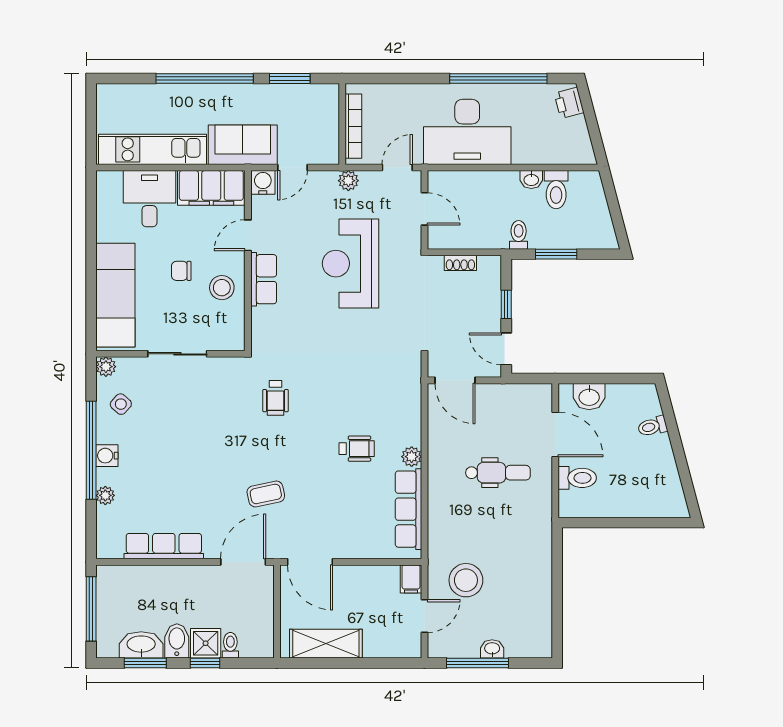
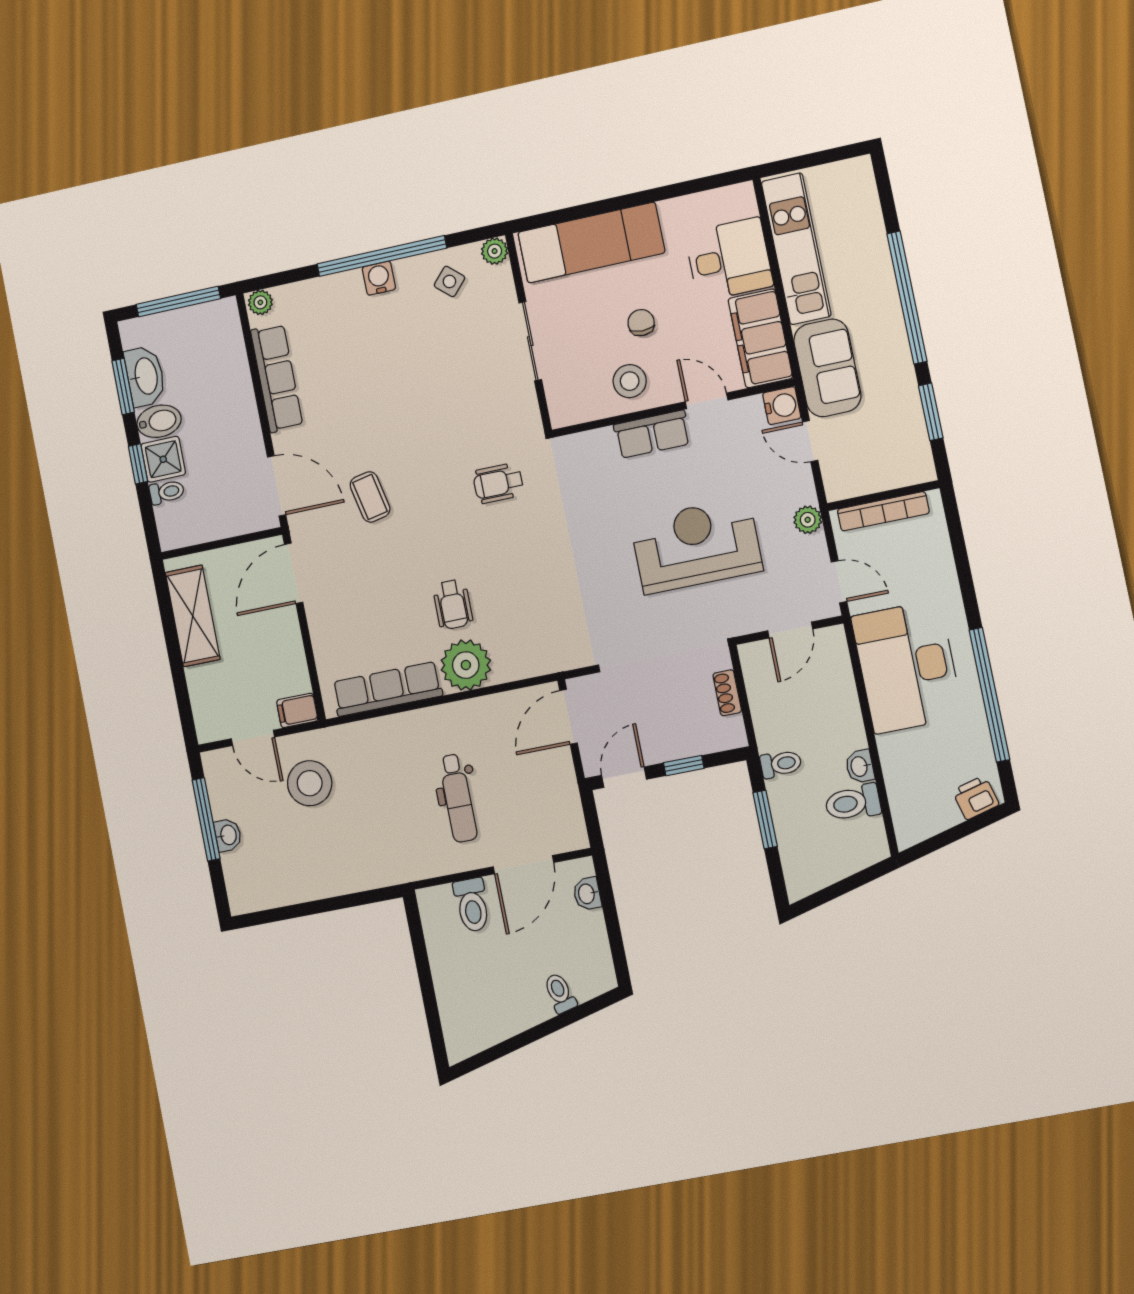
washbasin: (589, 397) -> (587, 894), width x0.72, depth x0.69
plant: (412, 457) -> (466, 665), width x1.87, depth x1.87
plant: (105, 495) -> (260, 302), moved

